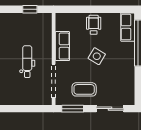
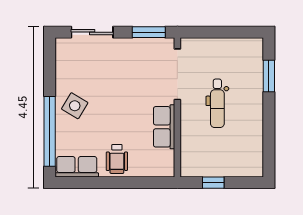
row of seats: (128, 27) -> (77, 167), moved, turned -90
side table: (97, 56) -> (75, 106), moved
coffee table: (84, 89) -> (131, 61), removed

